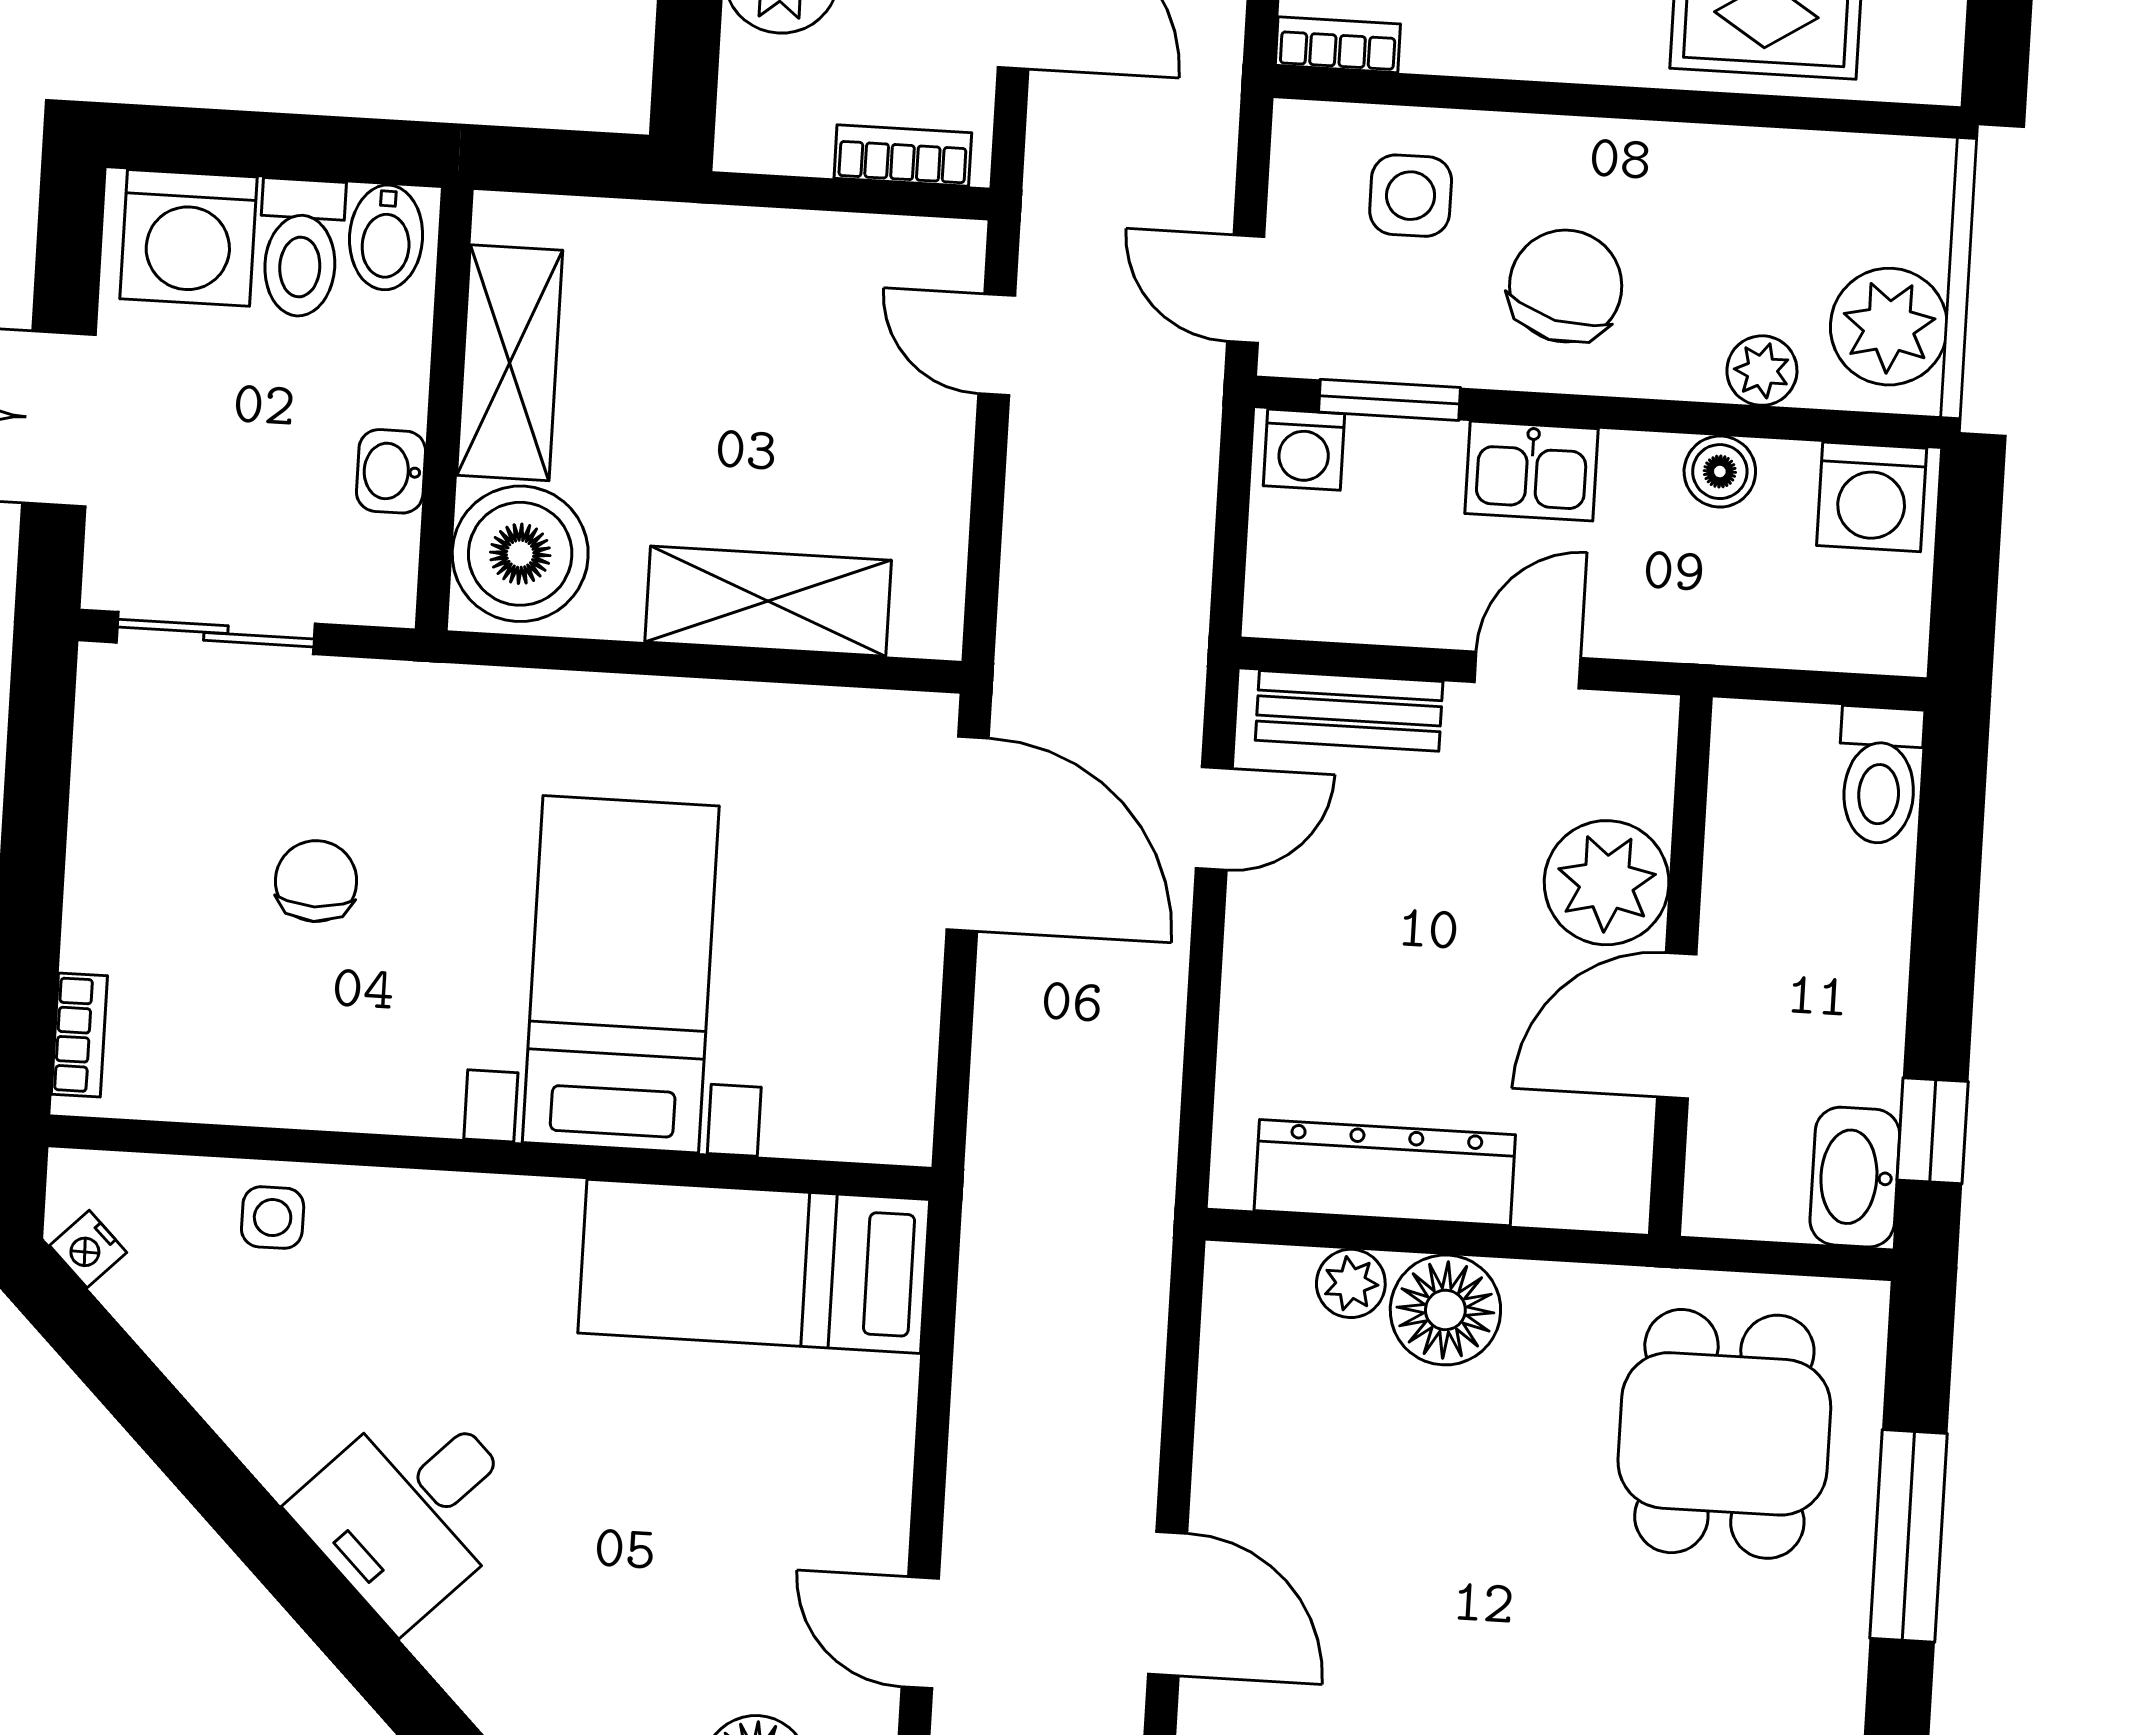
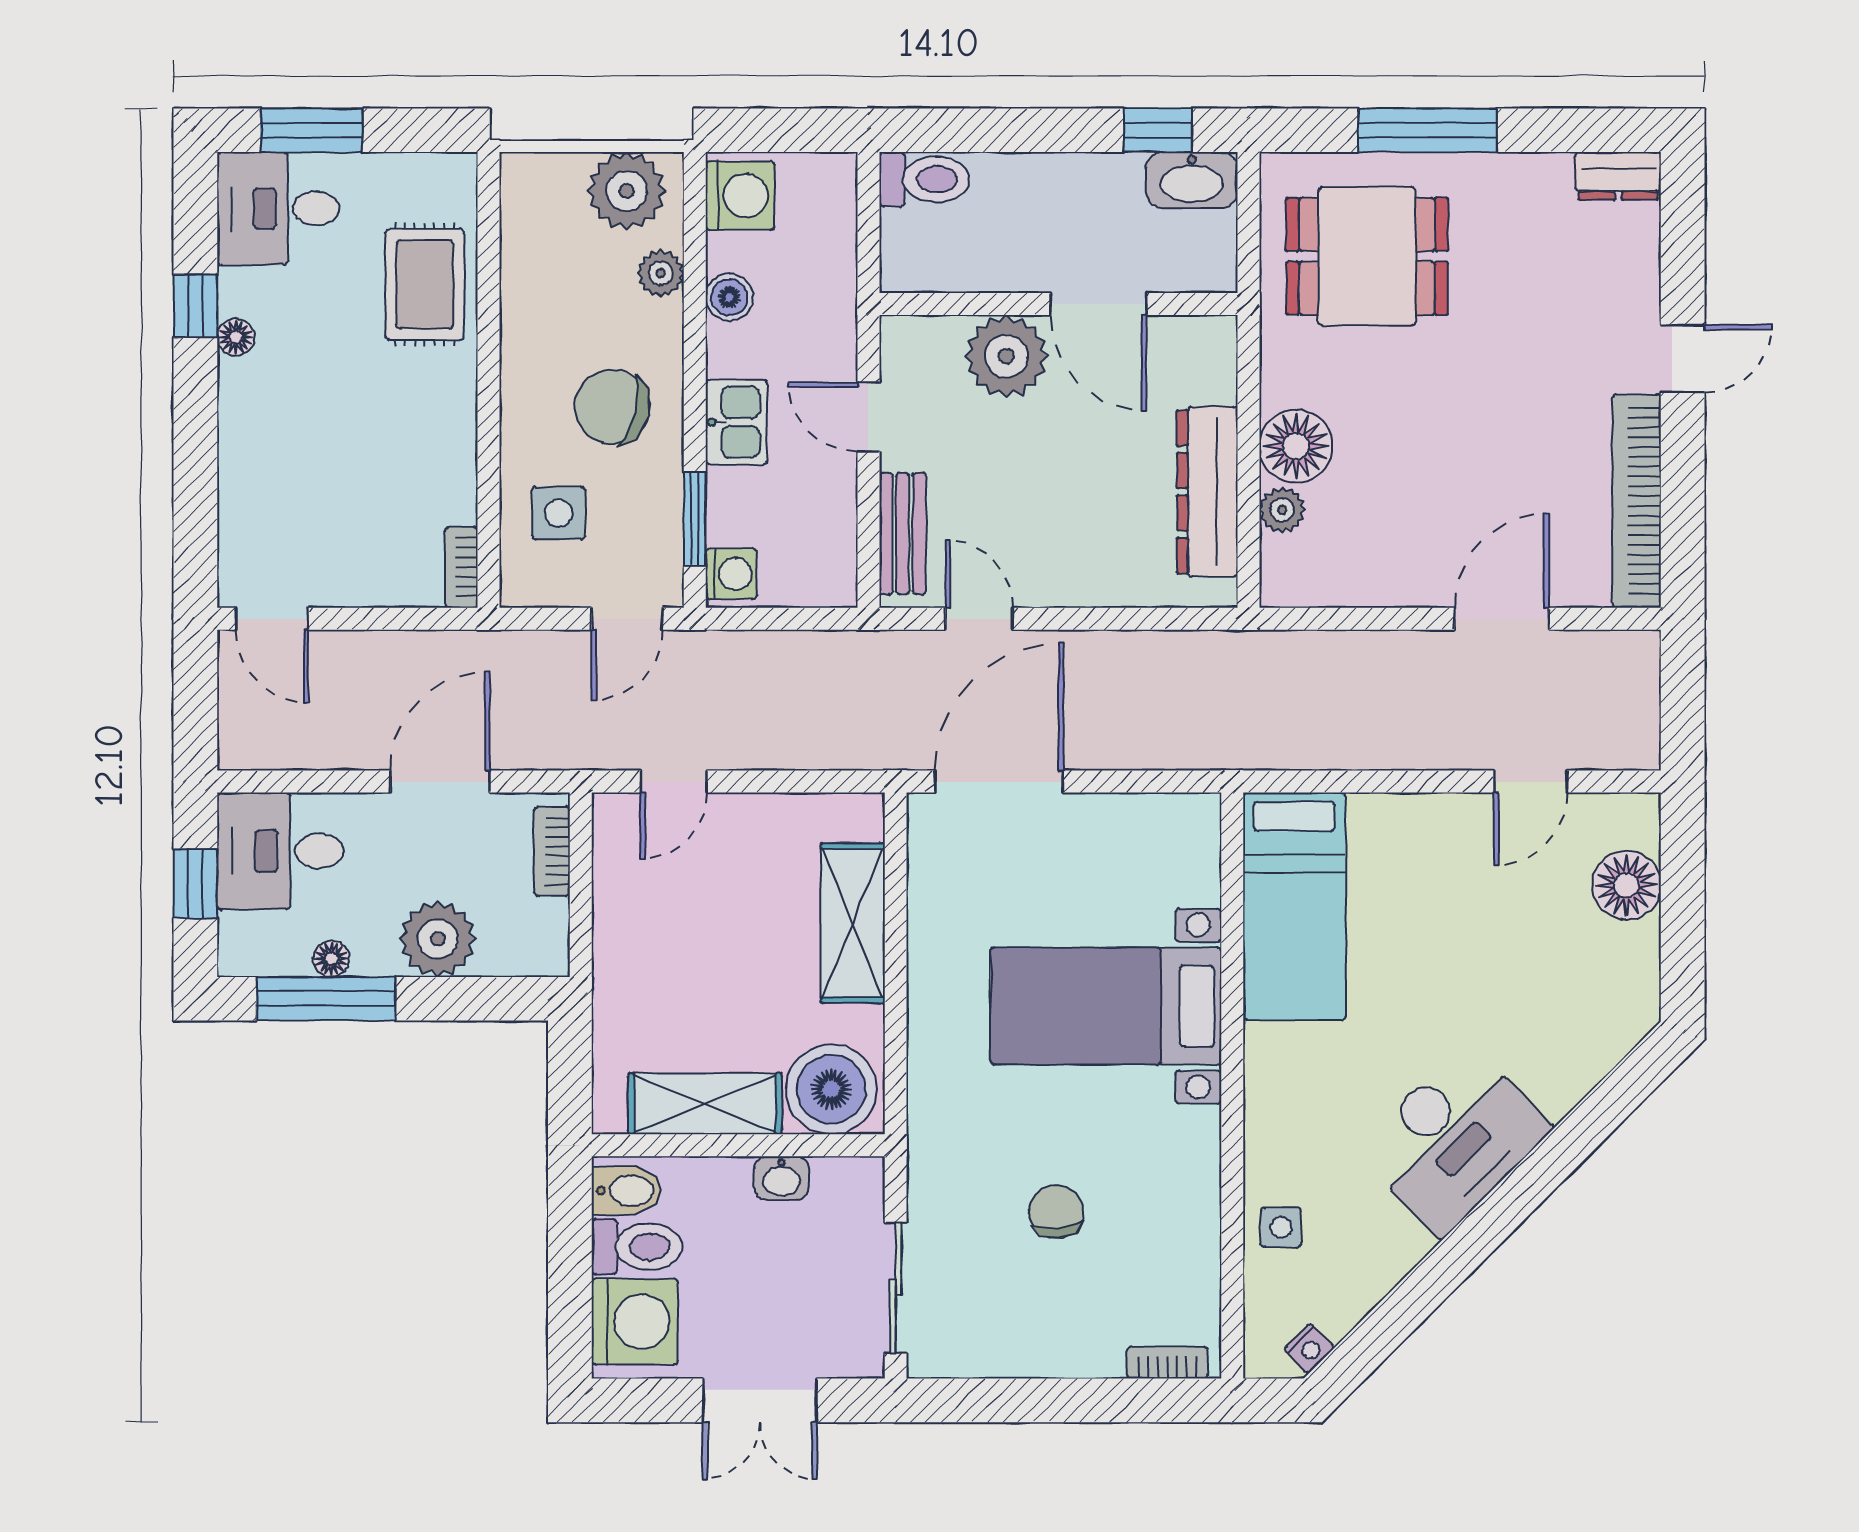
chair: (316, 881) -> (1056, 1212), turned 85
desk: (411, 1510) -> (1453, 1139), width x1.37

